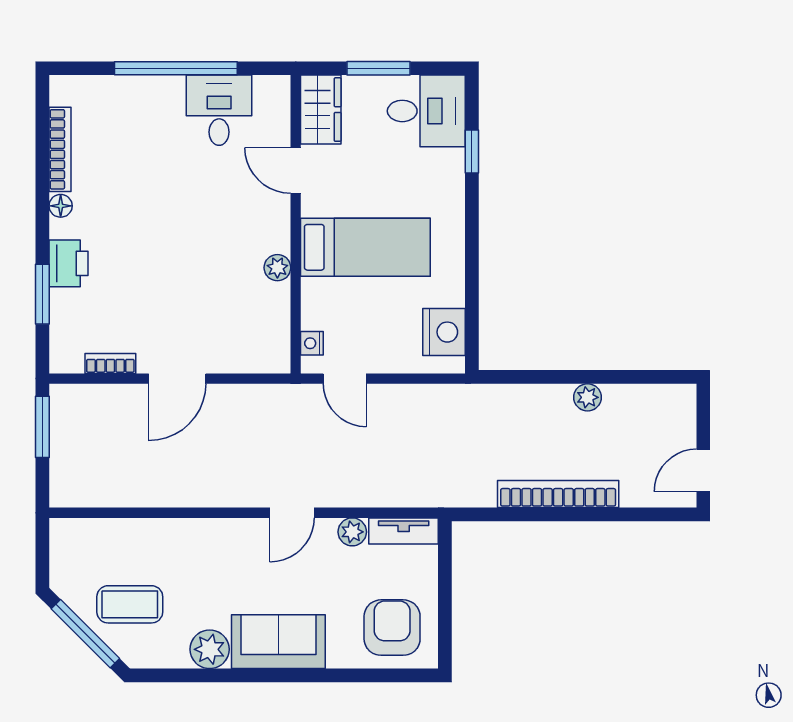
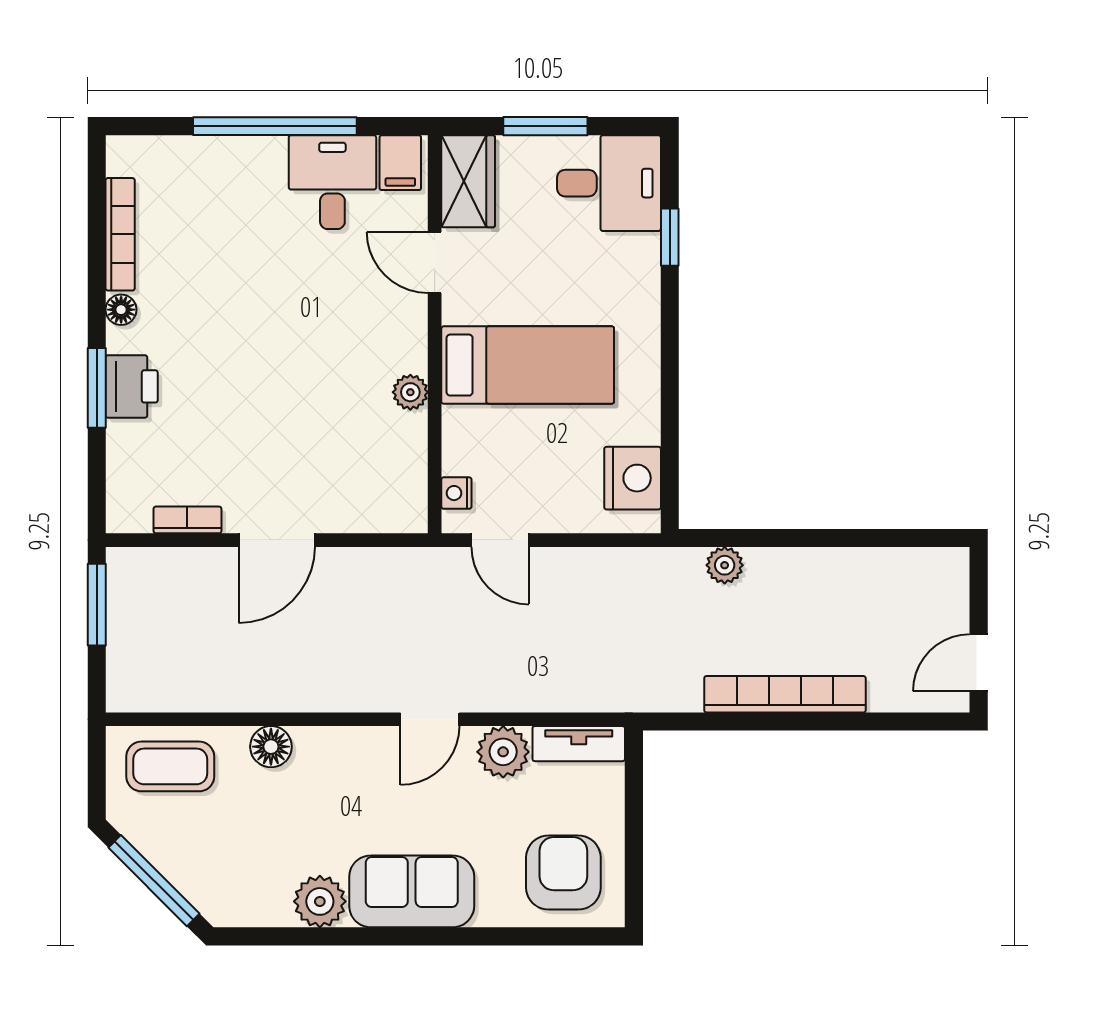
filing cabinet: (270, 96) -> (400, 163), added
window: (42, 294) -> (97, 388), moved
plant: (587, 397) -> (725, 565), moved
plant: (352, 532) -> (503, 752), width x1.38, depth x1.38
floor lamp: (173, 533) -> (271, 747), added
coffee table: (130, 604) -> (170, 766), moved

